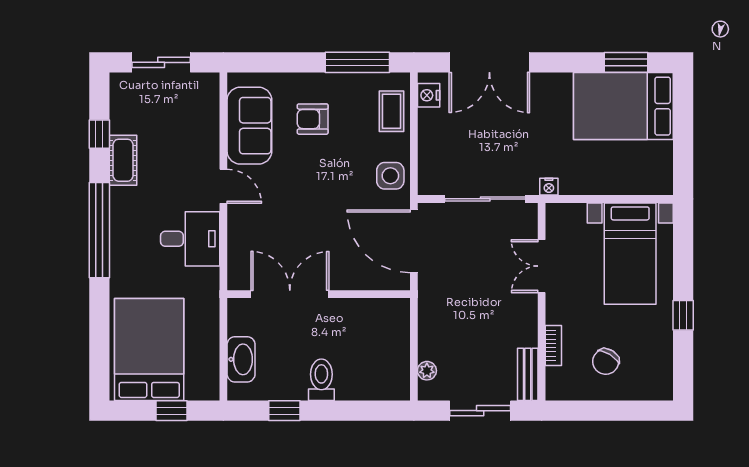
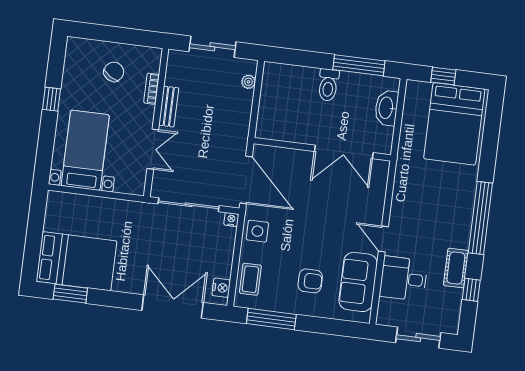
nightstand: (549, 187) -> (231, 220), moved
desk: (190, 239) -> (404, 279), moved
bench: (528, 374) -> (169, 107), moved
window: (284, 411) -> (359, 65), width x2.17

